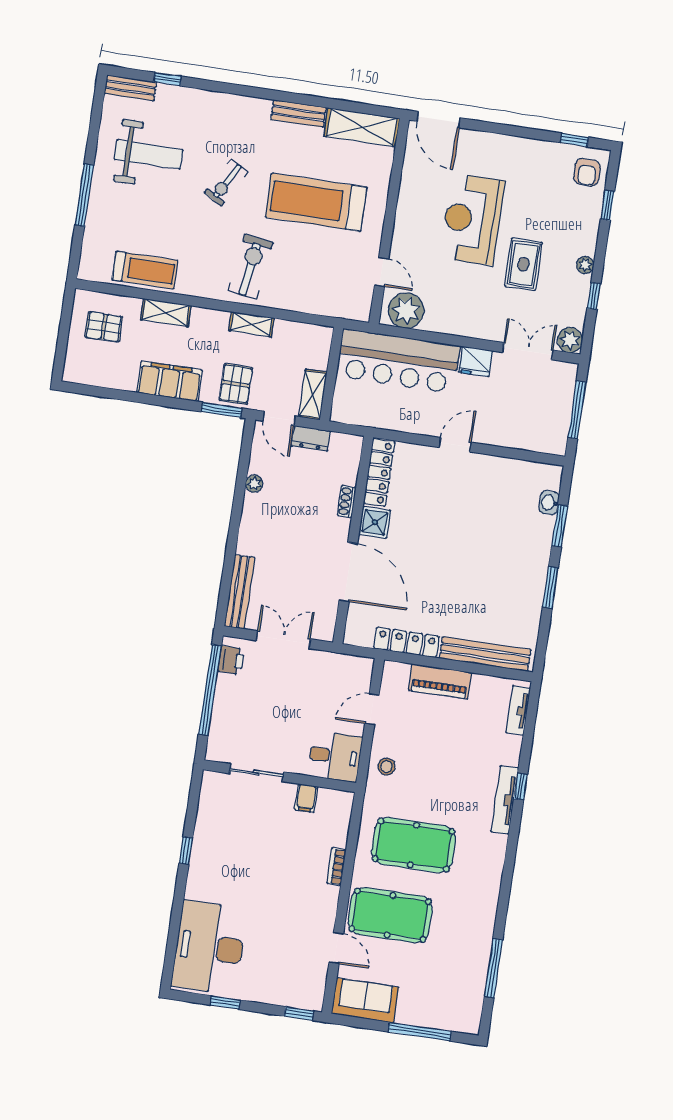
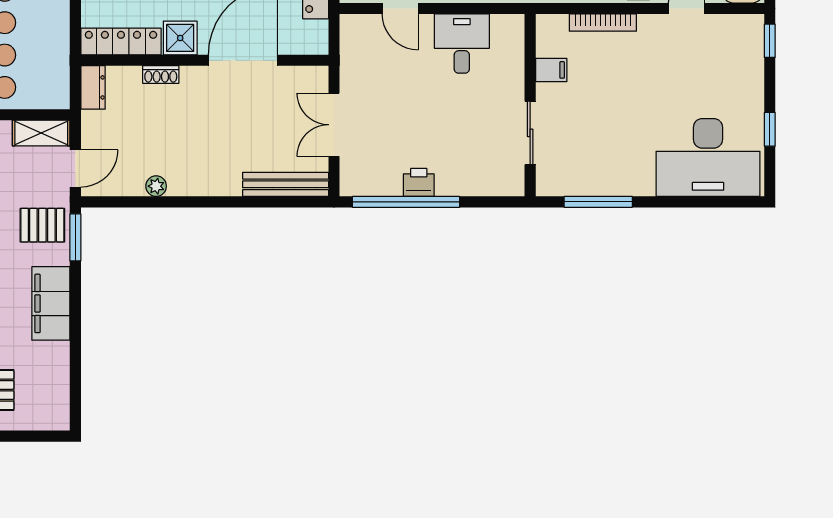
dresser: (311, 438) -> (93, 87), moved
printer: (231, 660) -> (419, 182), moved
sliding door: (256, 773) -> (530, 133), moved
wall: (280, 776) -> (530, 105), moved
filing cabinet: (306, 798) -> (551, 70), moved
window: (186, 850) -> (598, 202), width x2.17
bookcase: (336, 867) -> (603, 23), width x1.56

